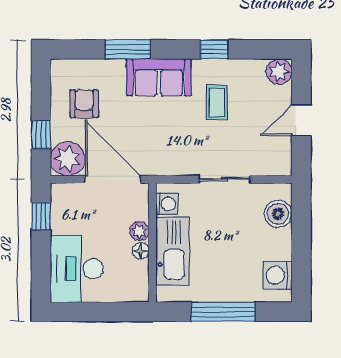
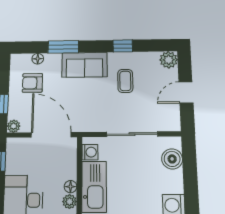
floor lamp: (91, 67) -> (38, 59), added
armchair: (84, 104) -> (32, 83), turned -90
plant: (68, 159) -> (14, 126), width x0.53, depth x0.53
sliding door: (225, 179) -> (132, 134), width x1.37
plant: (139, 231) -> (70, 202), moved

